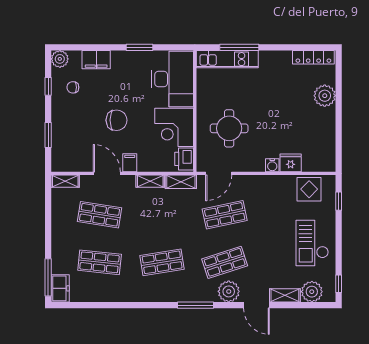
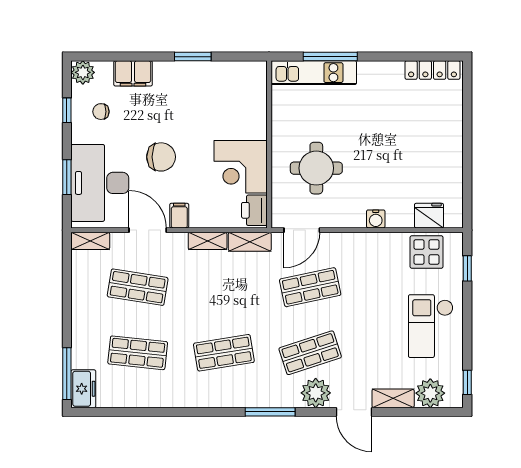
desk: (172, 79) -> (100, 183), moved, turned 180
plant: (325, 96) -> (448, 123), removed
fridge: (291, 163) -> (429, 216), moved

